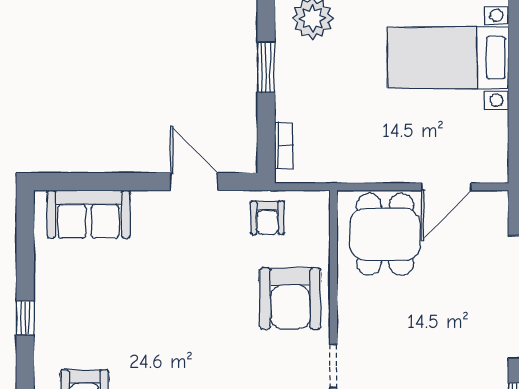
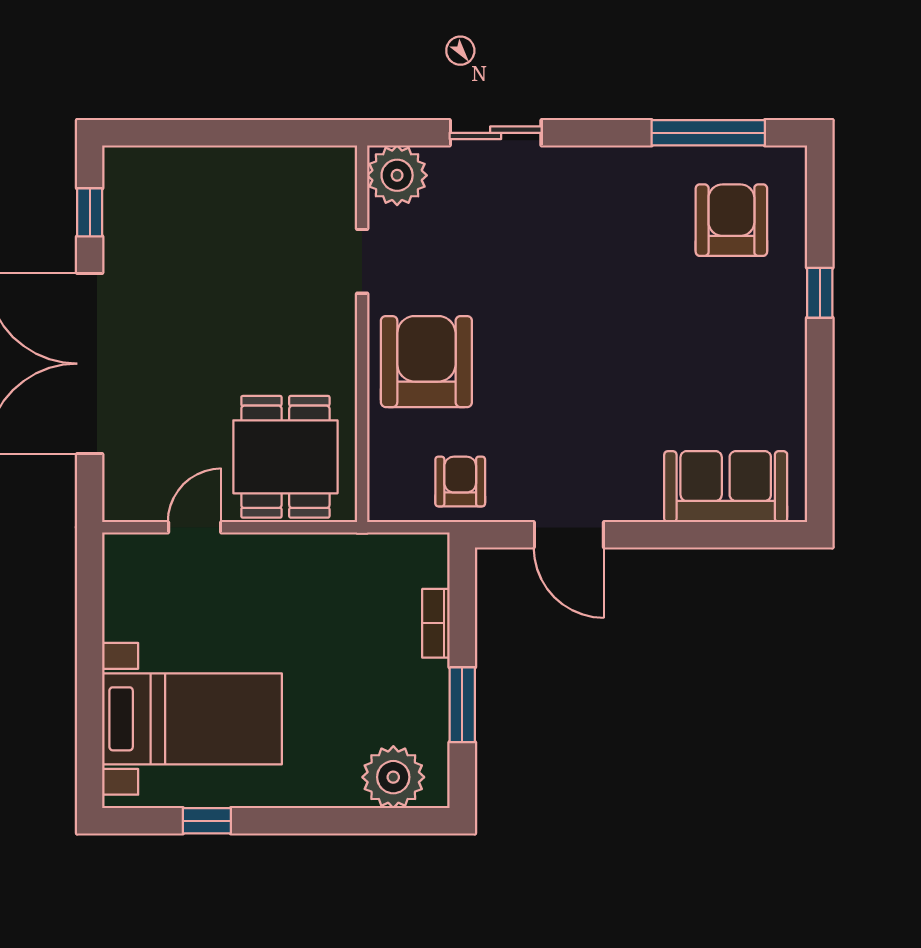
bookcase: (284, 145) -> (436, 623), moved
door: (446, 187) -> (195, 527), width x0.73
window: (25, 318) -> (820, 293), moved

